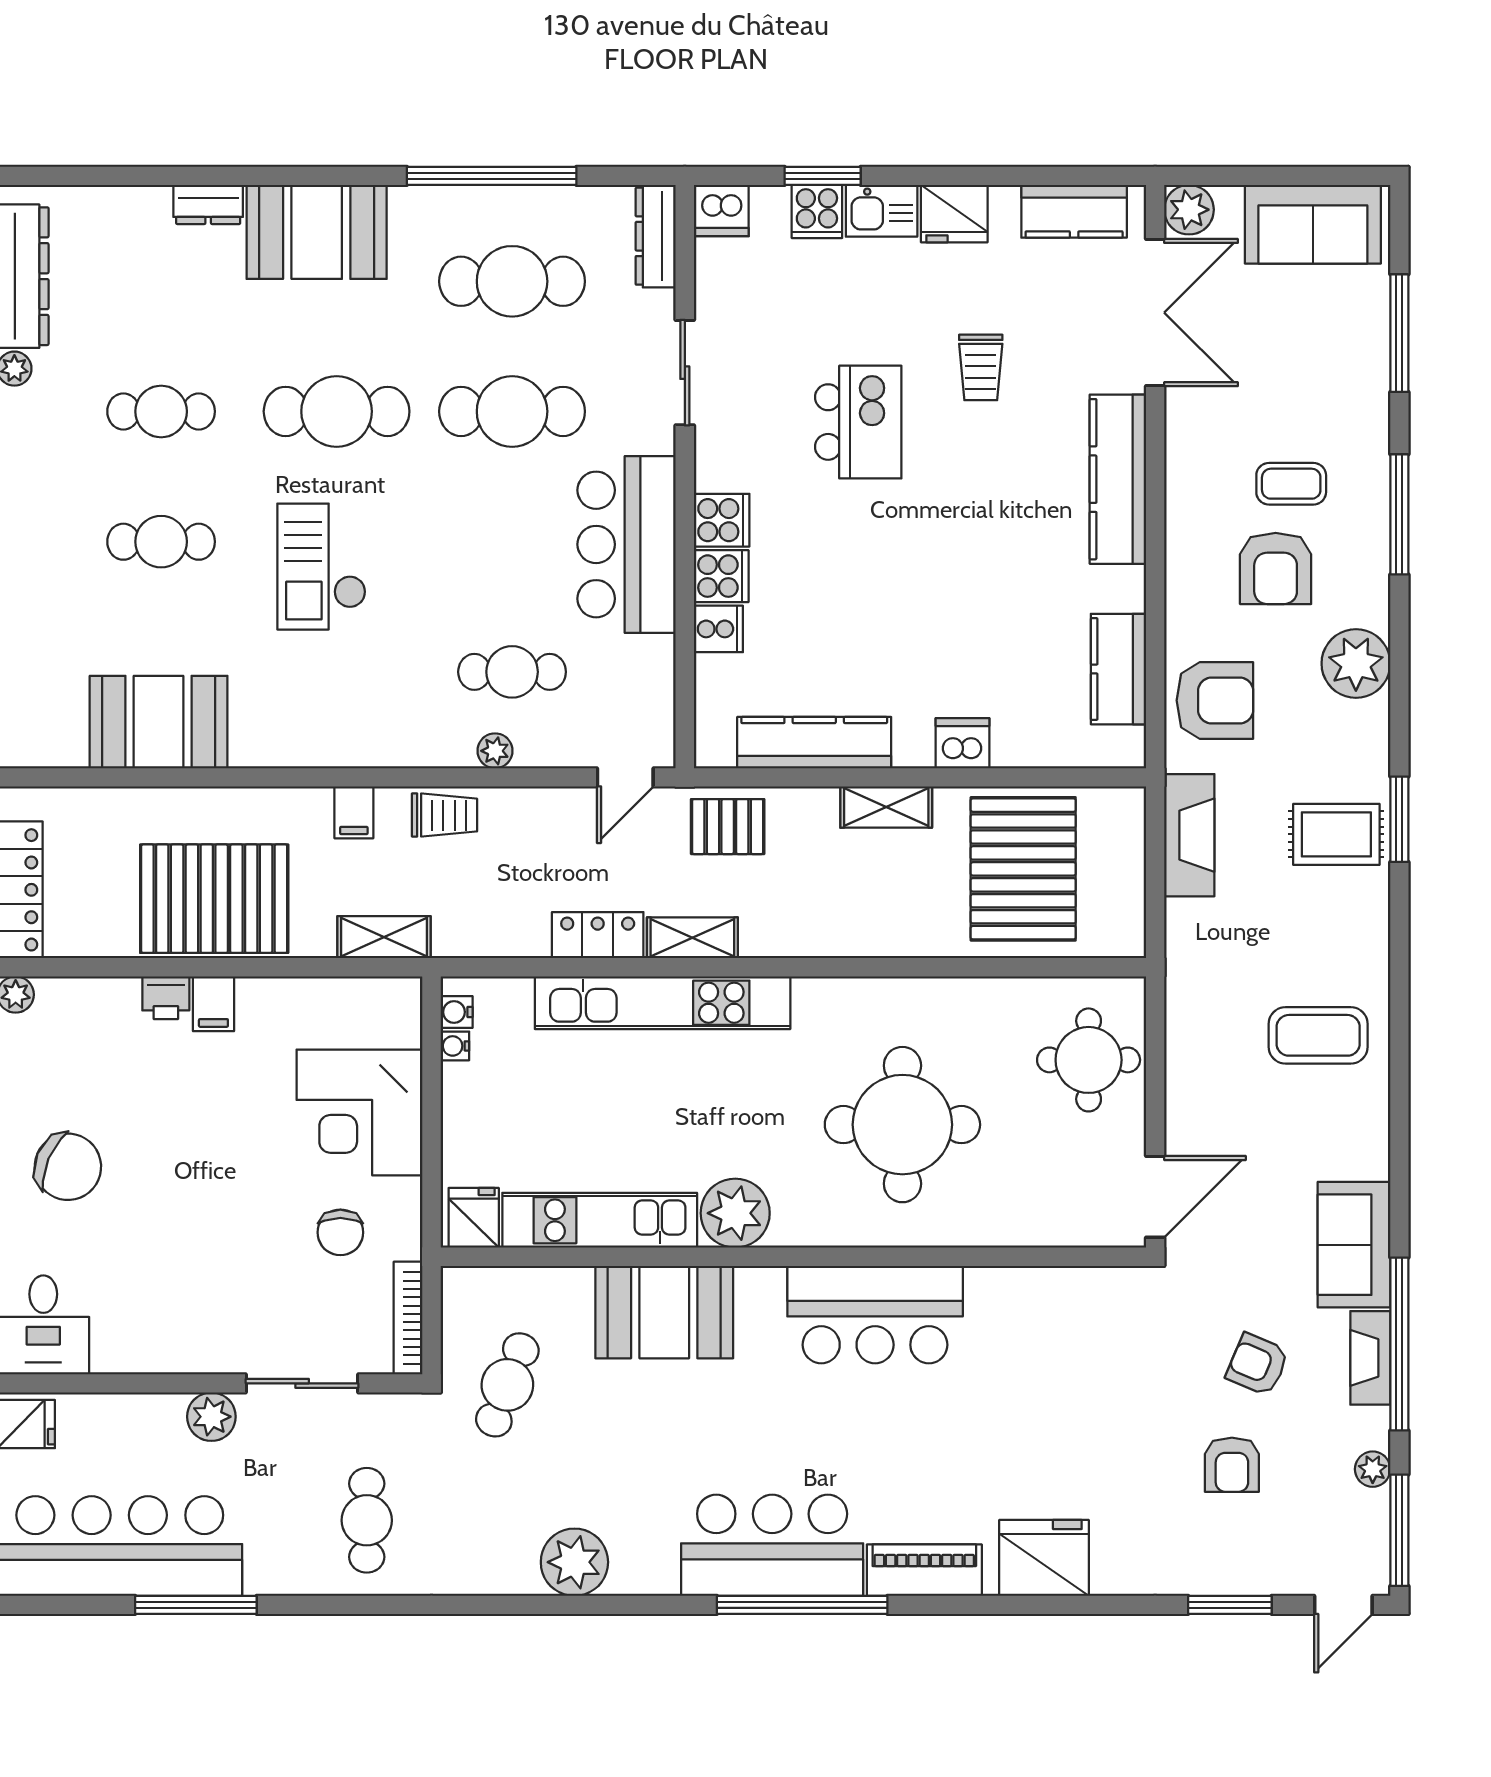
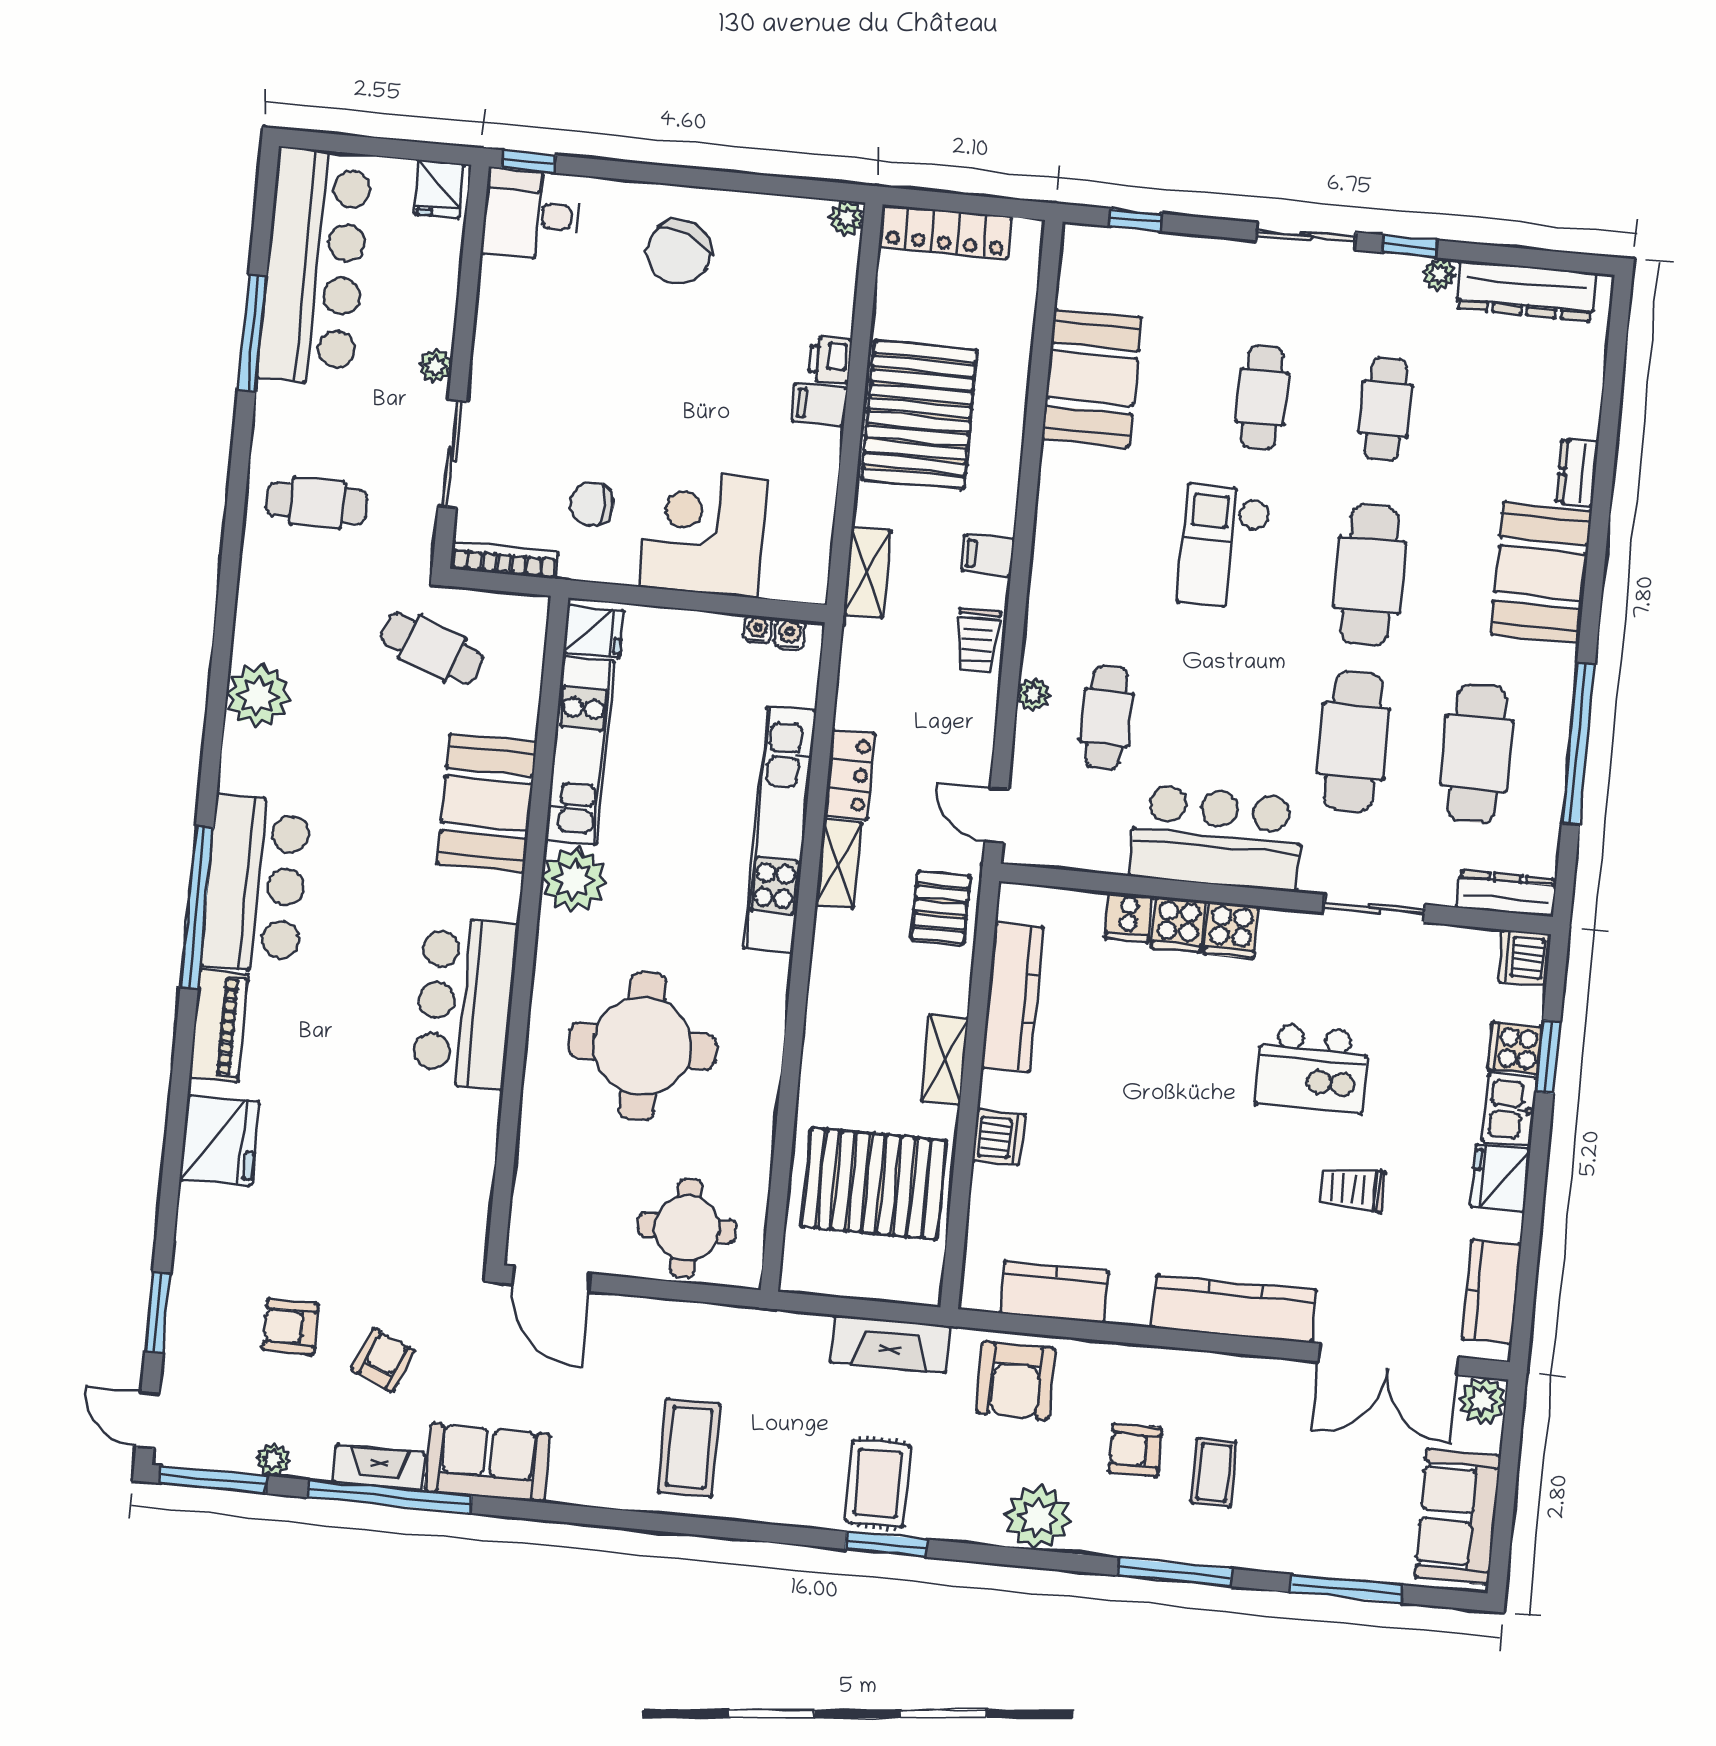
checkout: (322, 567) -> (1224, 547), turned -90
armchair: (1276, 568) -> (1135, 1450), width x0.72, depth x0.72
plant: (211, 1417) -> (435, 366), width x0.73, depth x0.73

